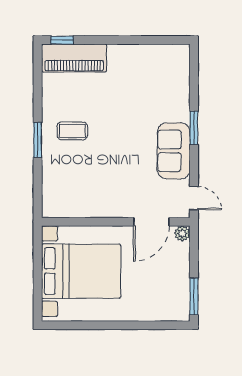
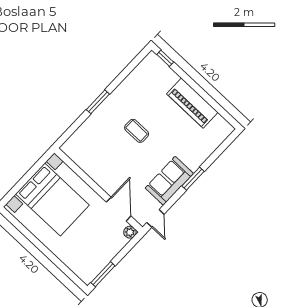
piano: (74, 58) -> (192, 103), moved
coffee table: (72, 131) -> (137, 131), moved
door: (151, 222) -> (119, 209), swing flipped

